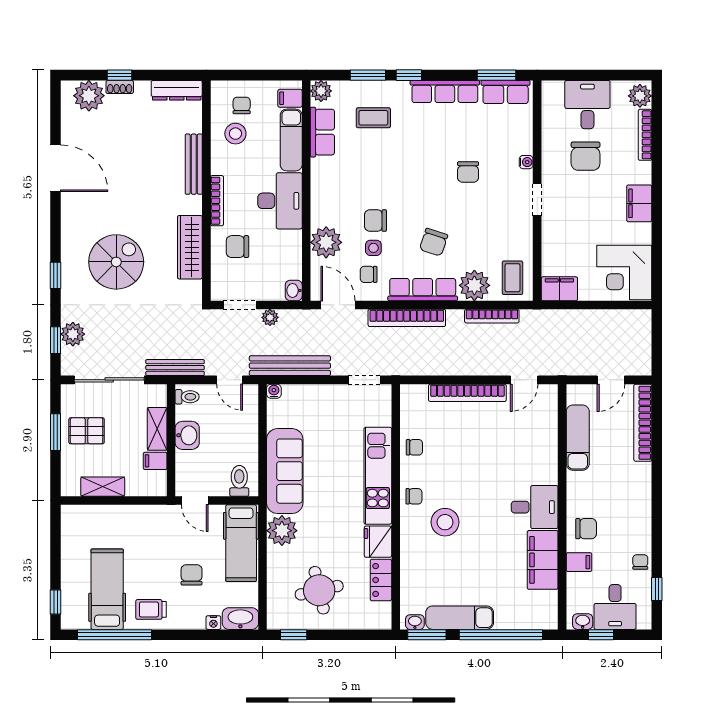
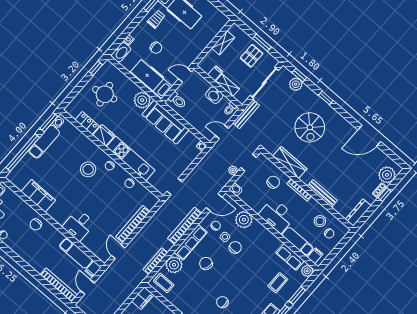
bench: (290, 366) -> (206, 161), removed
desk: (535, 507) -> (79, 225), moved
filing cabinet: (579, 562) -> (93, 269), moved

